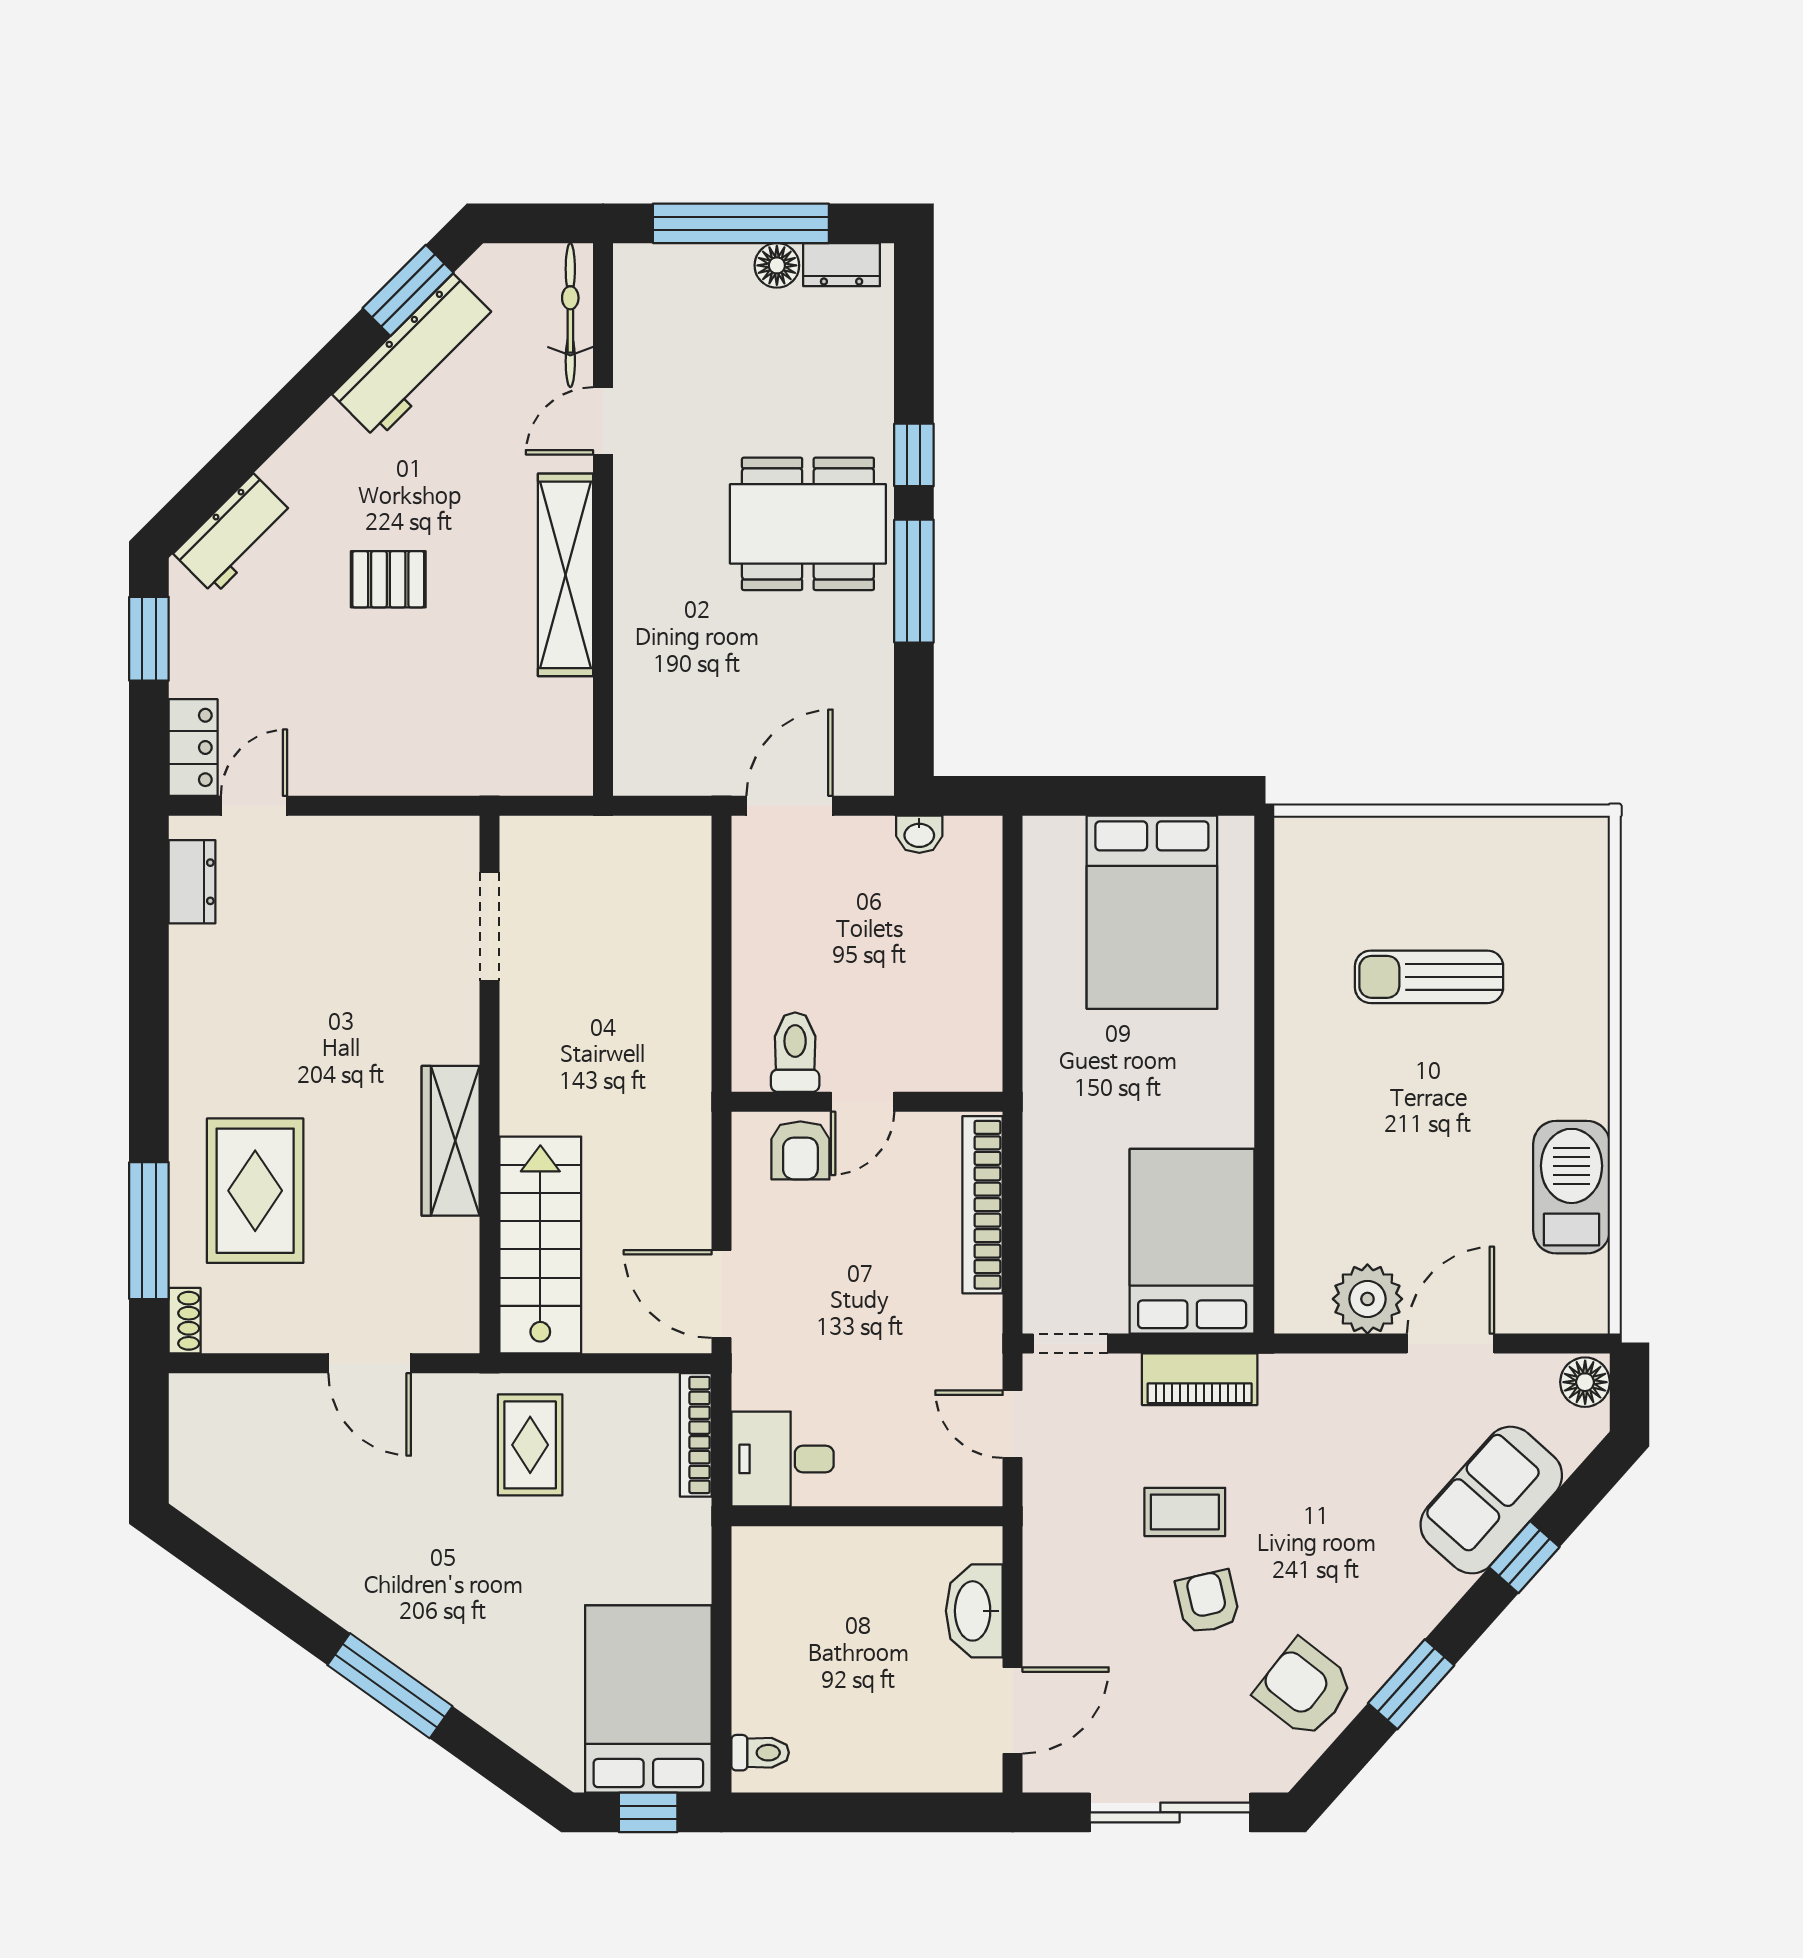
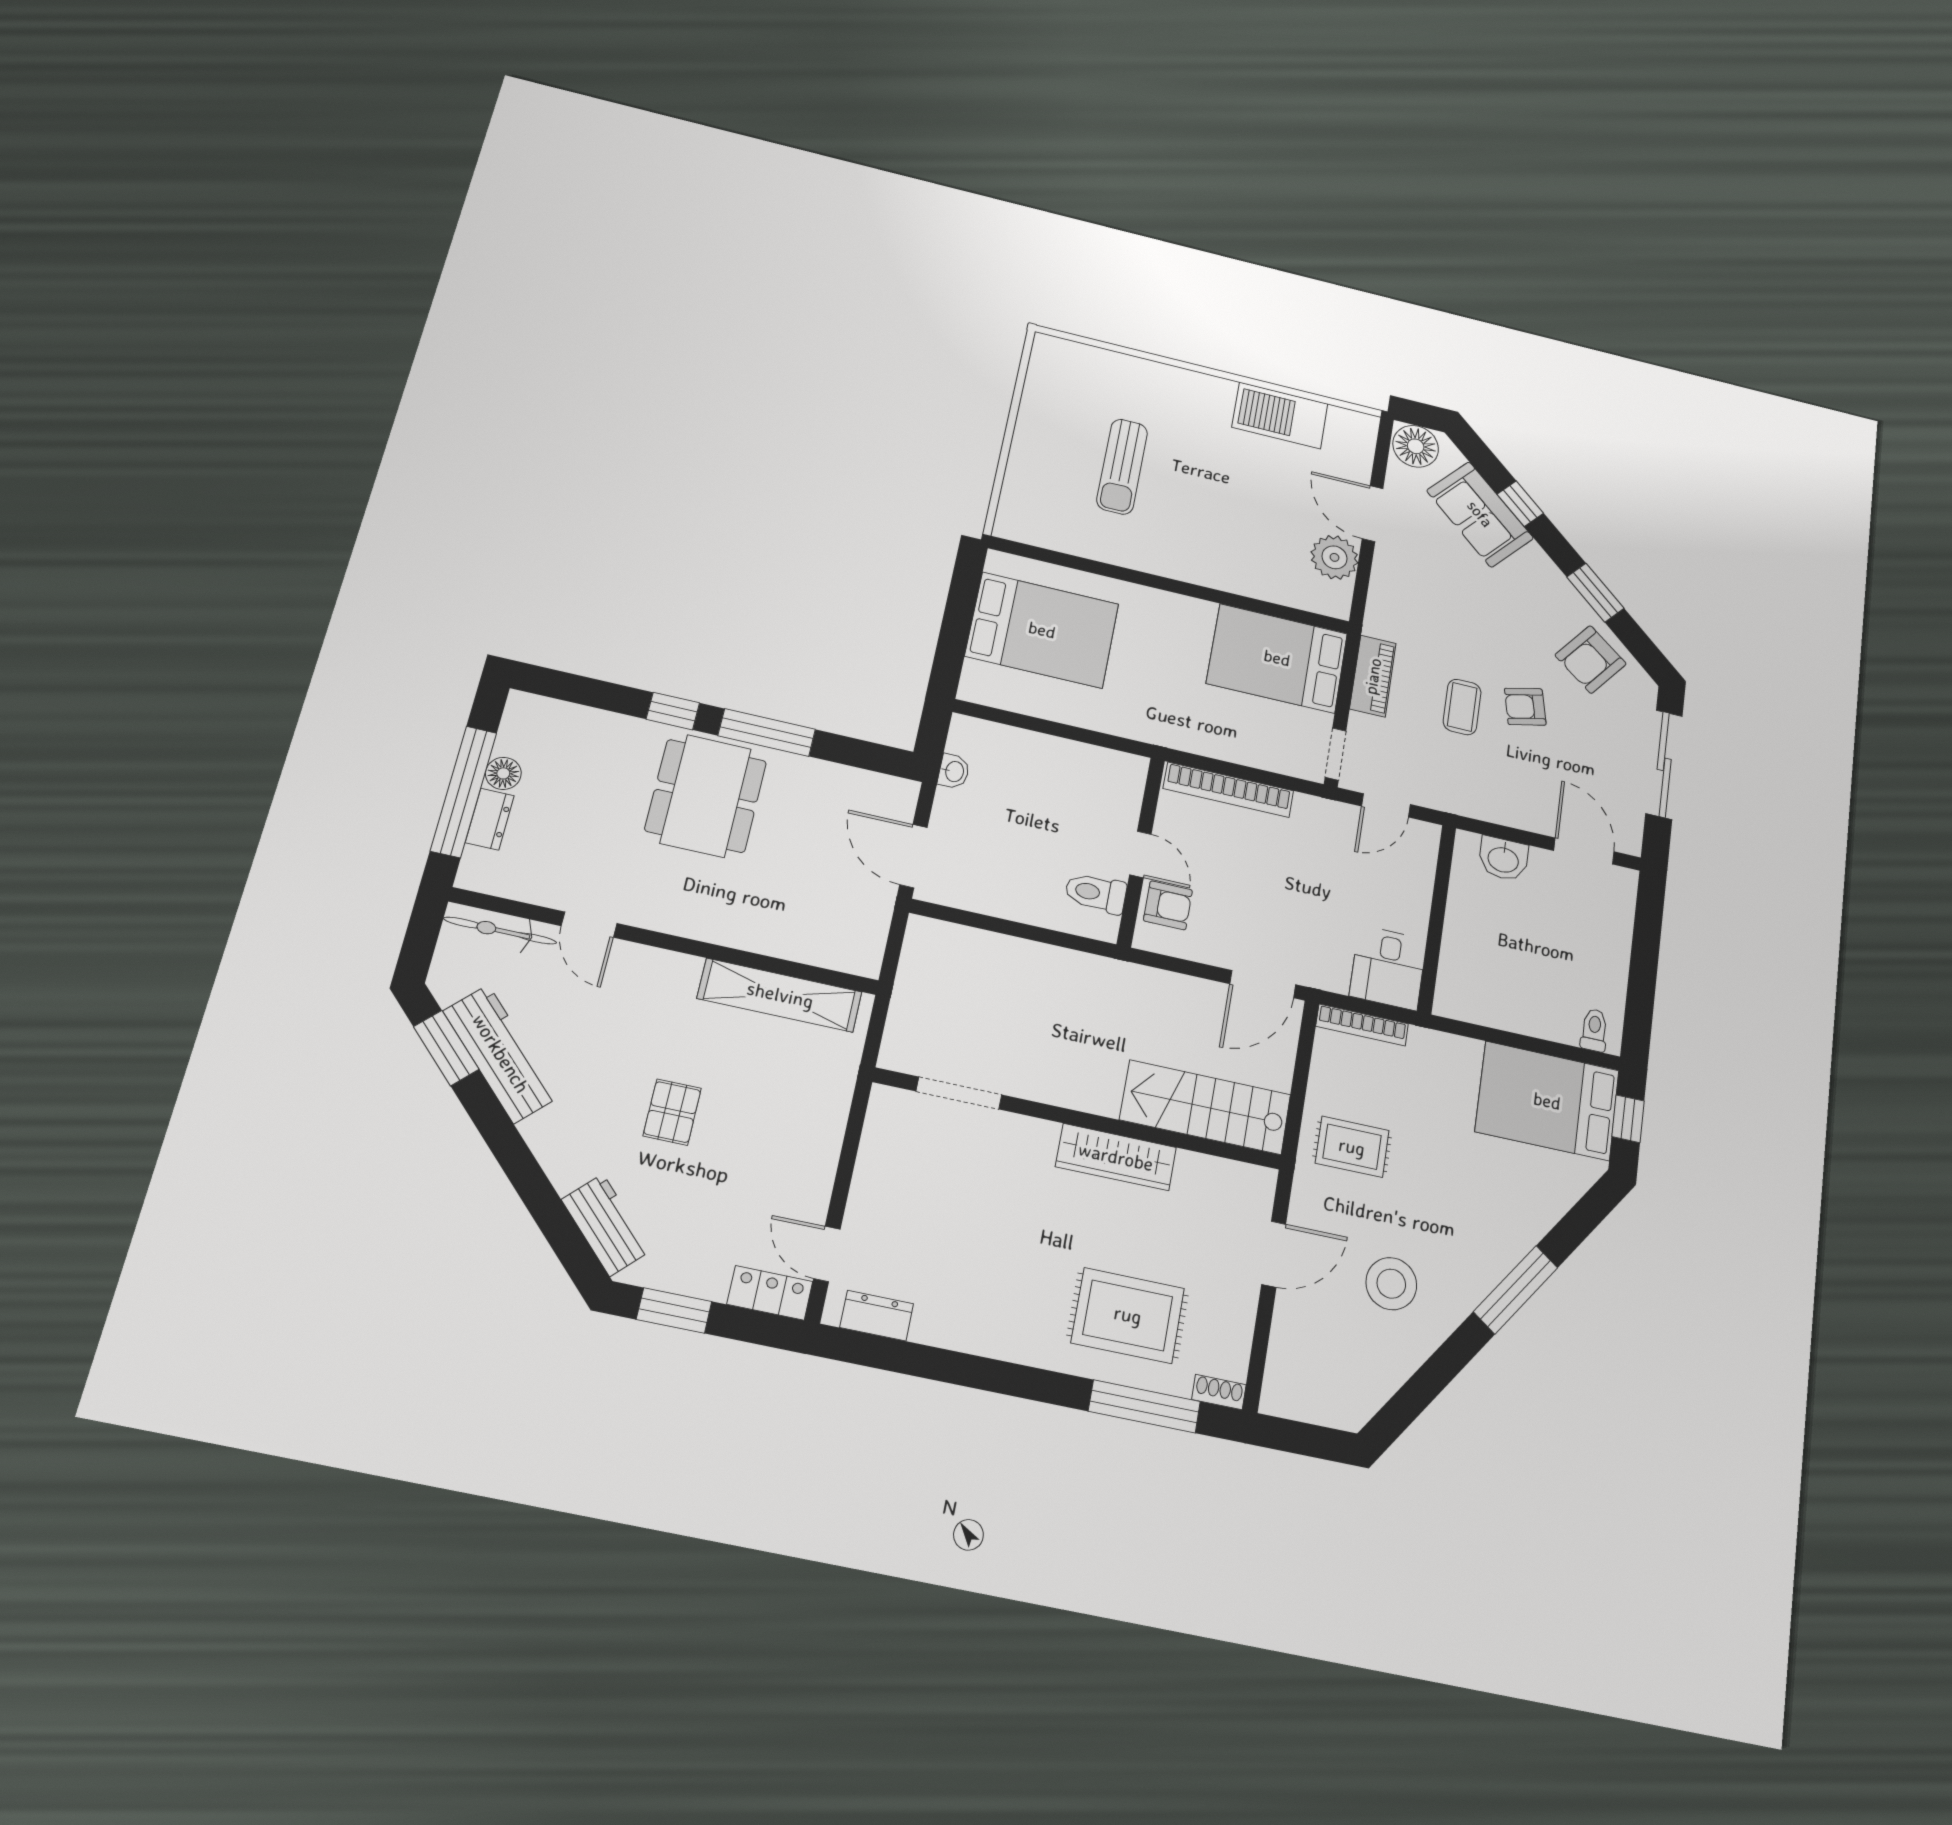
dresser: (842, 265) -> (490, 819), moved
shelving: (566, 575) -> (780, 995), moved
floor lamp: (1585, 1382) -> (1416, 446), width x1.38, depth x1.38
stool: (364, 1521) -> (1391, 1284), added
washbasin: (974, 1611) -> (1503, 859), width x0.72

